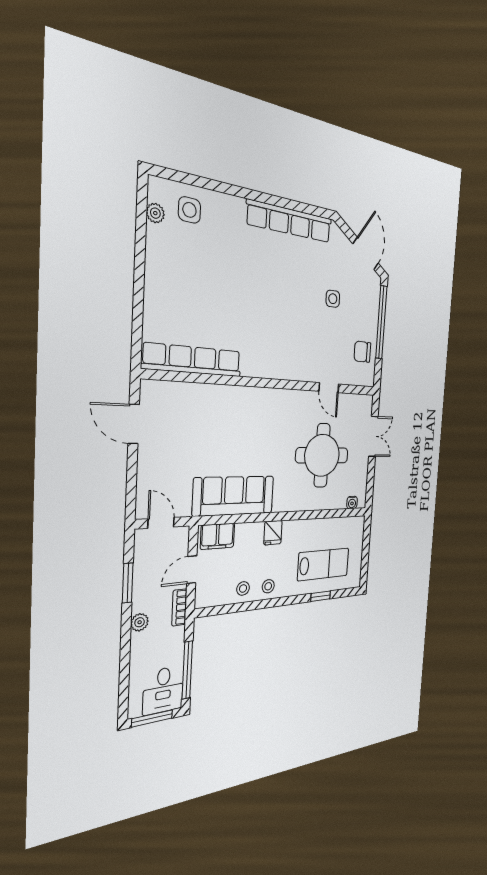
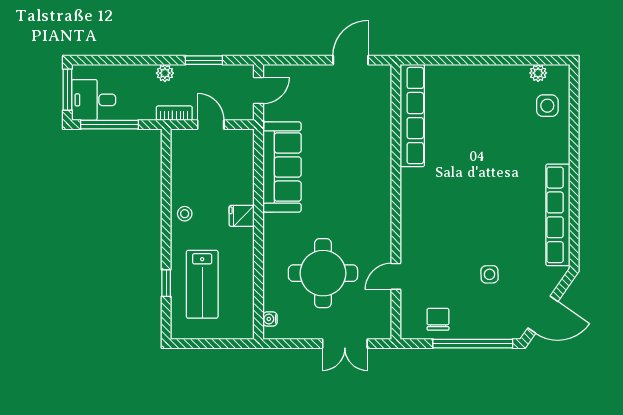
filing cabinet: (218, 536) -> (242, 151), removed
stool: (243, 588) -> (186, 183), removed

